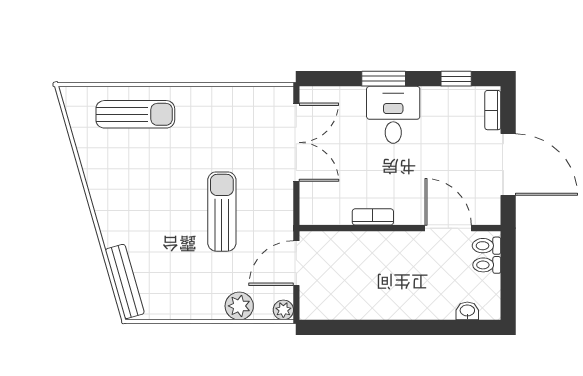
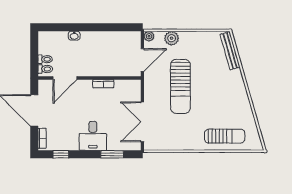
window: (384, 79) -> (112, 154), moved
sun lounger: (135, 114) -> (225, 136), turned 180
sun lounger: (222, 212) -> (180, 86), width x1.36, depth x1.34
door: (448, 228) -> (65, 78), hinge flipped
washbasin: (467, 311) -> (74, 36), moved

